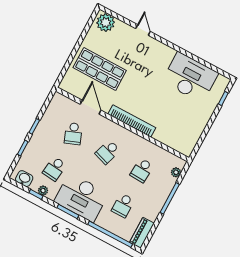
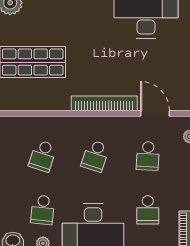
door: (91, 107) -> (155, 113), moved
school desk: (73, 134) -> (43, 156), turned 39

